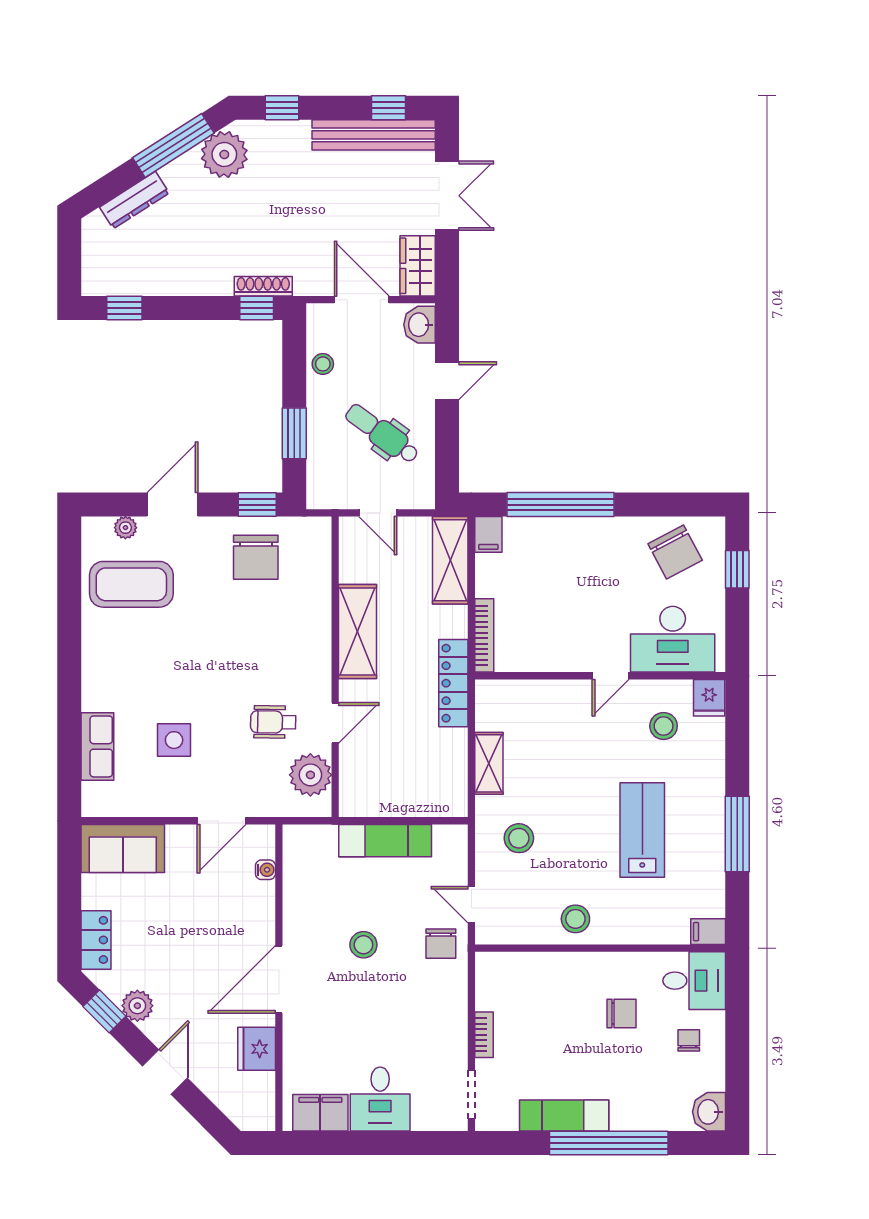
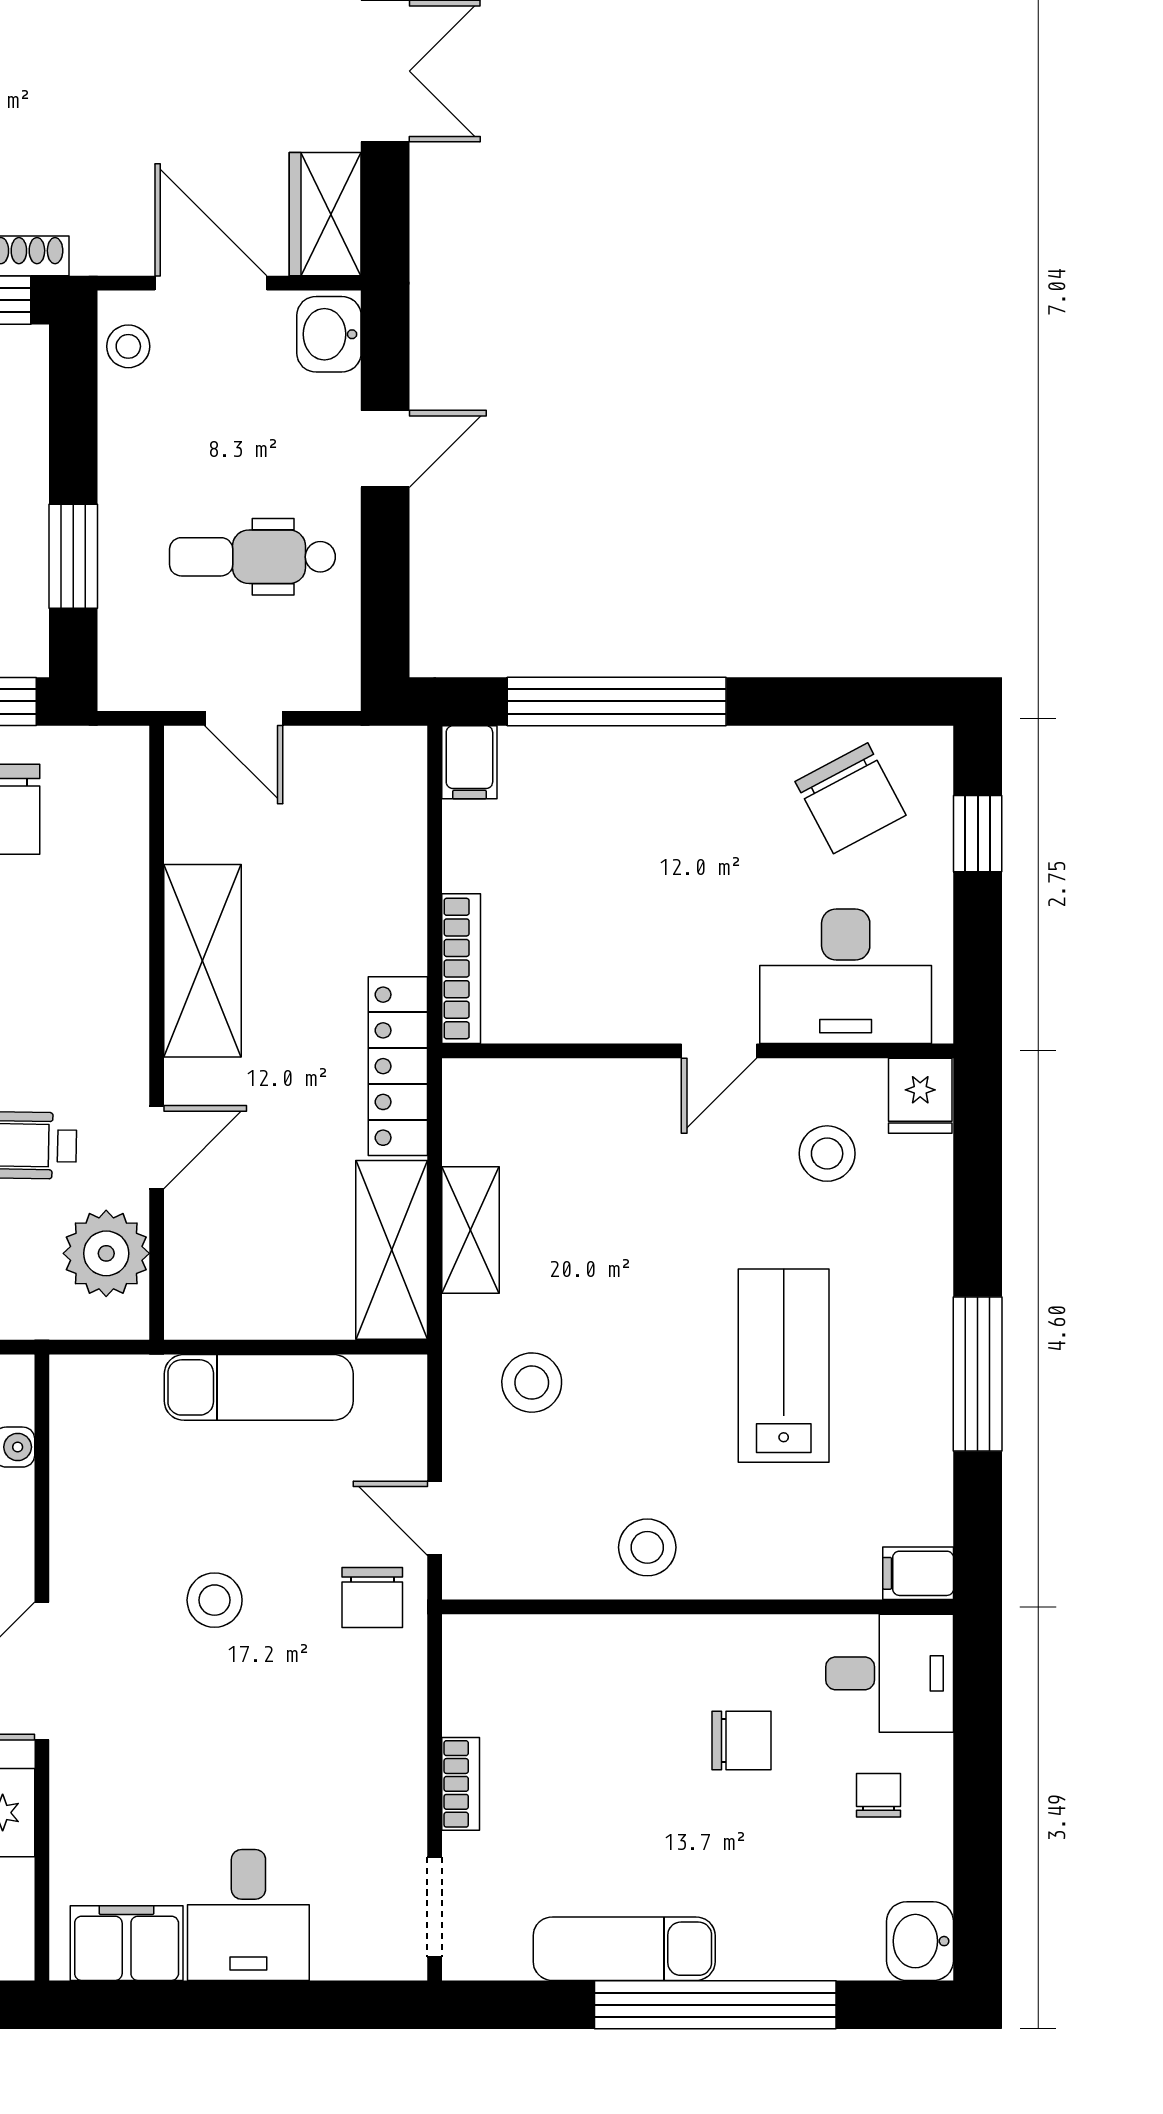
stool: (323, 364) -> (128, 346), moved
dental chair: (382, 434) -> (252, 557), turned -36
shelving: (450, 560) -> (392, 1250), moved

